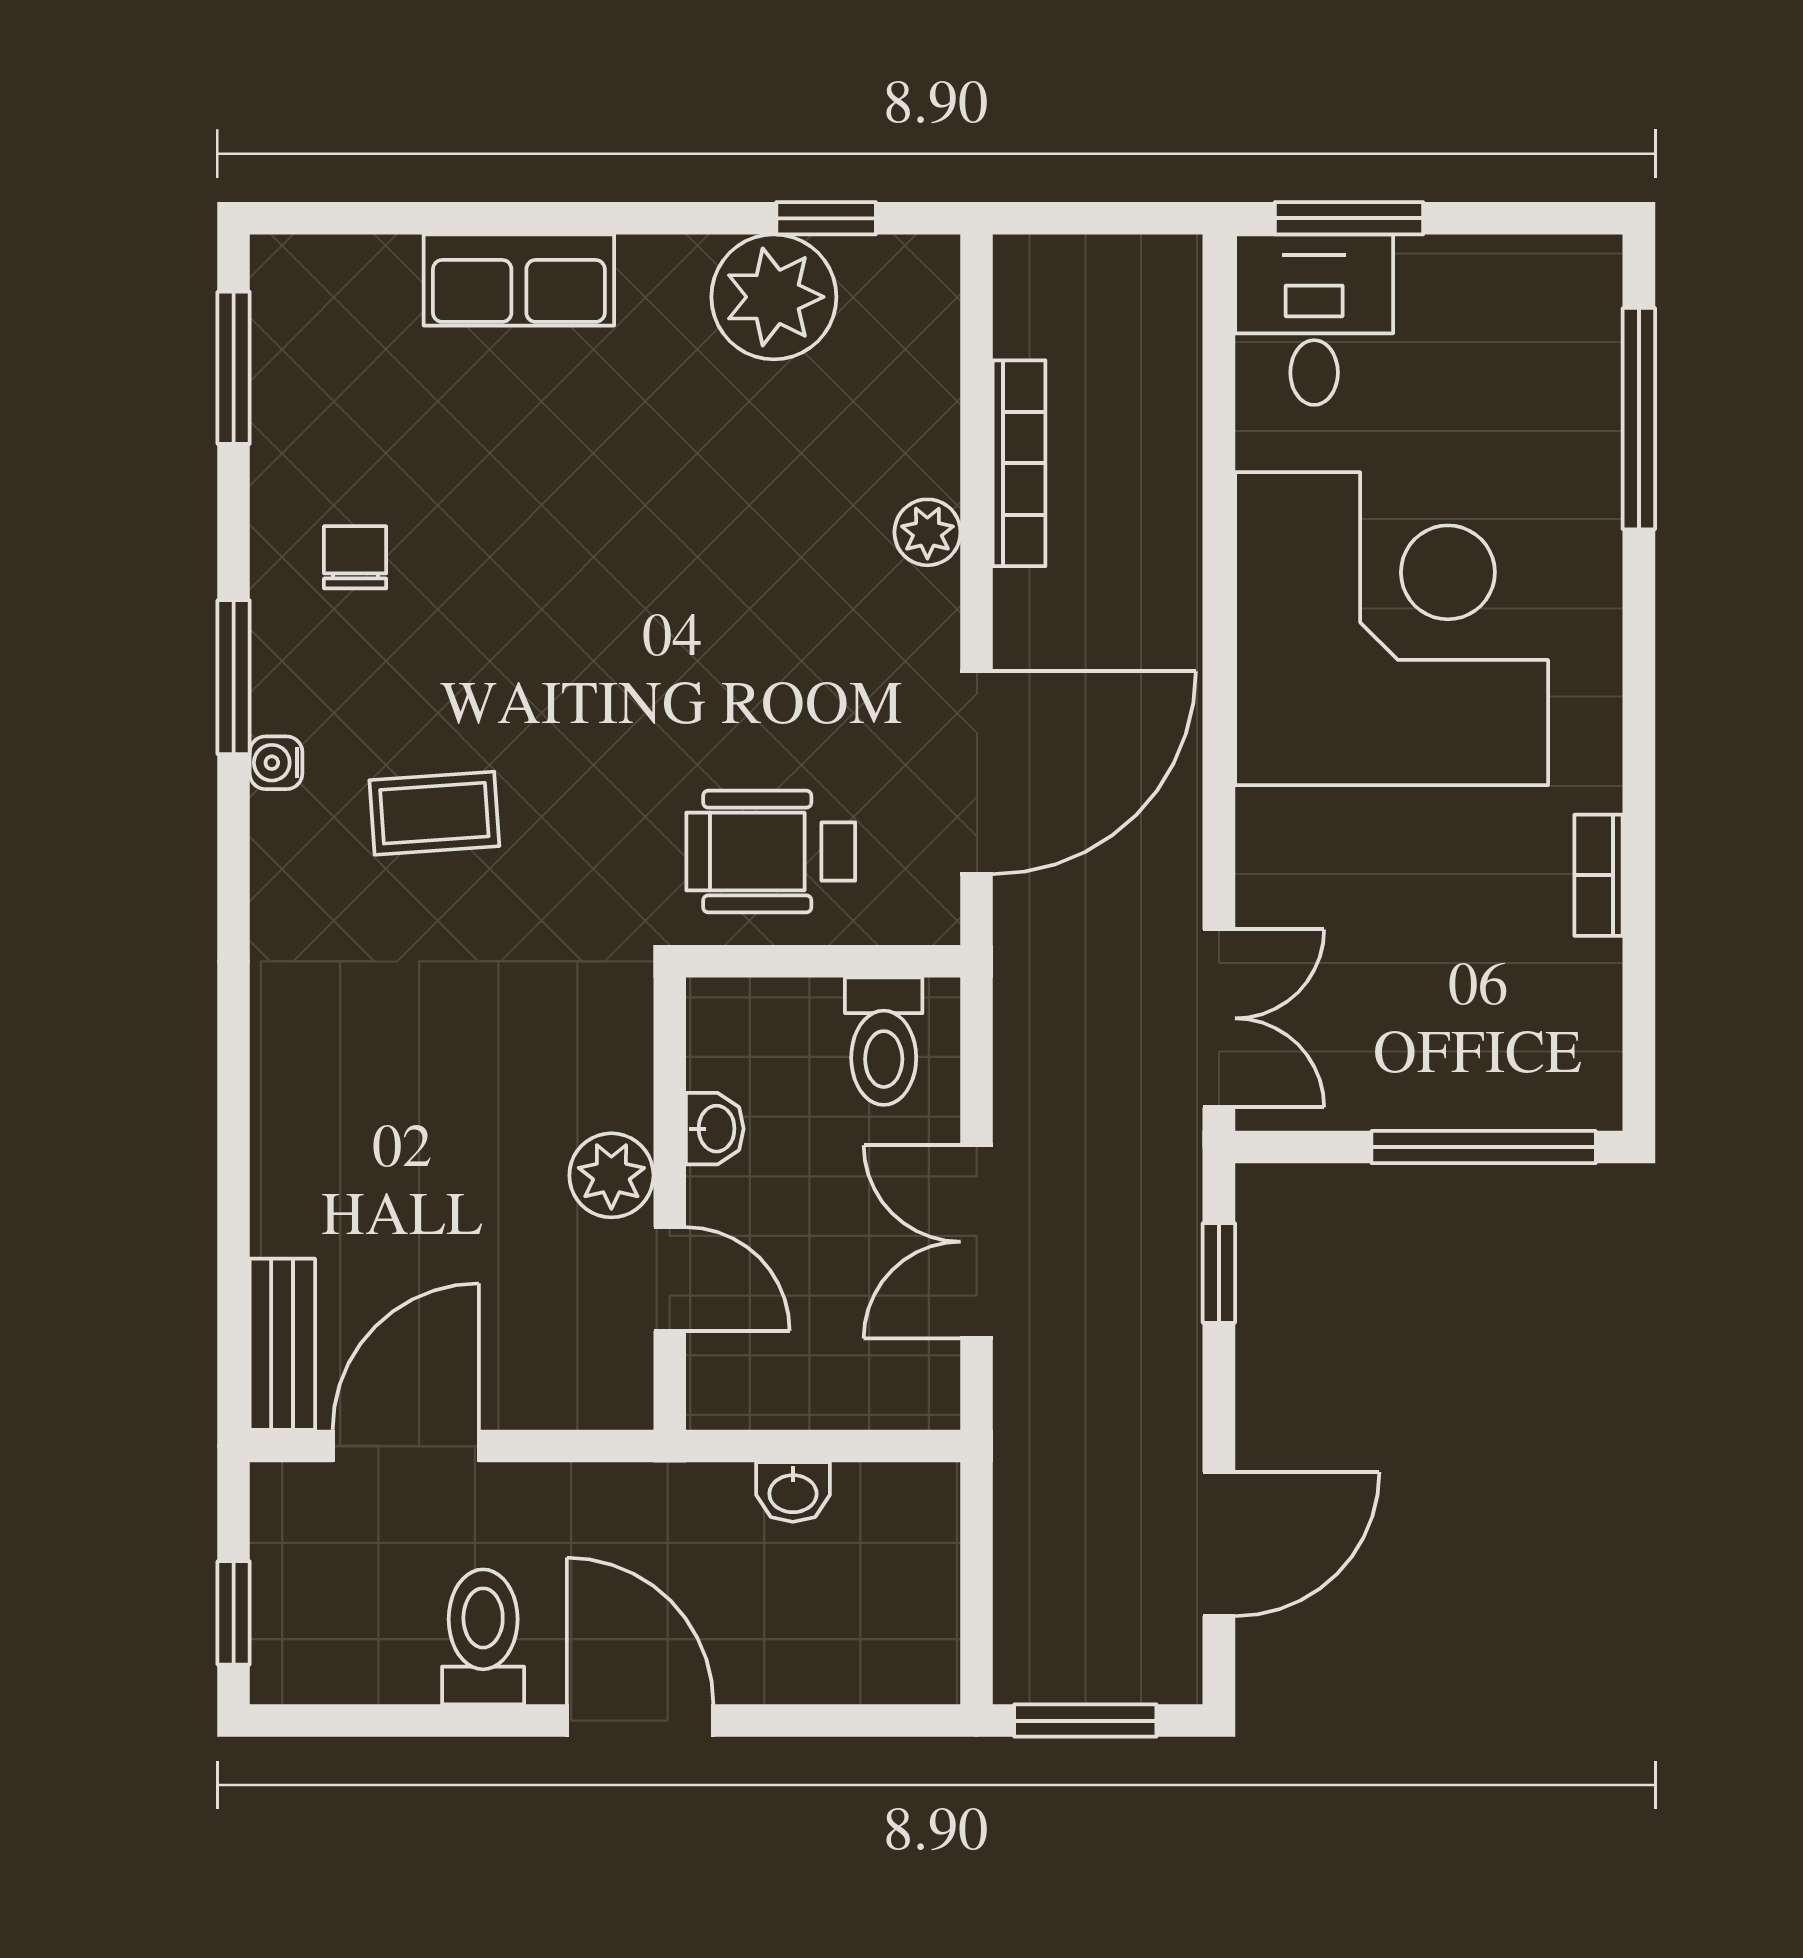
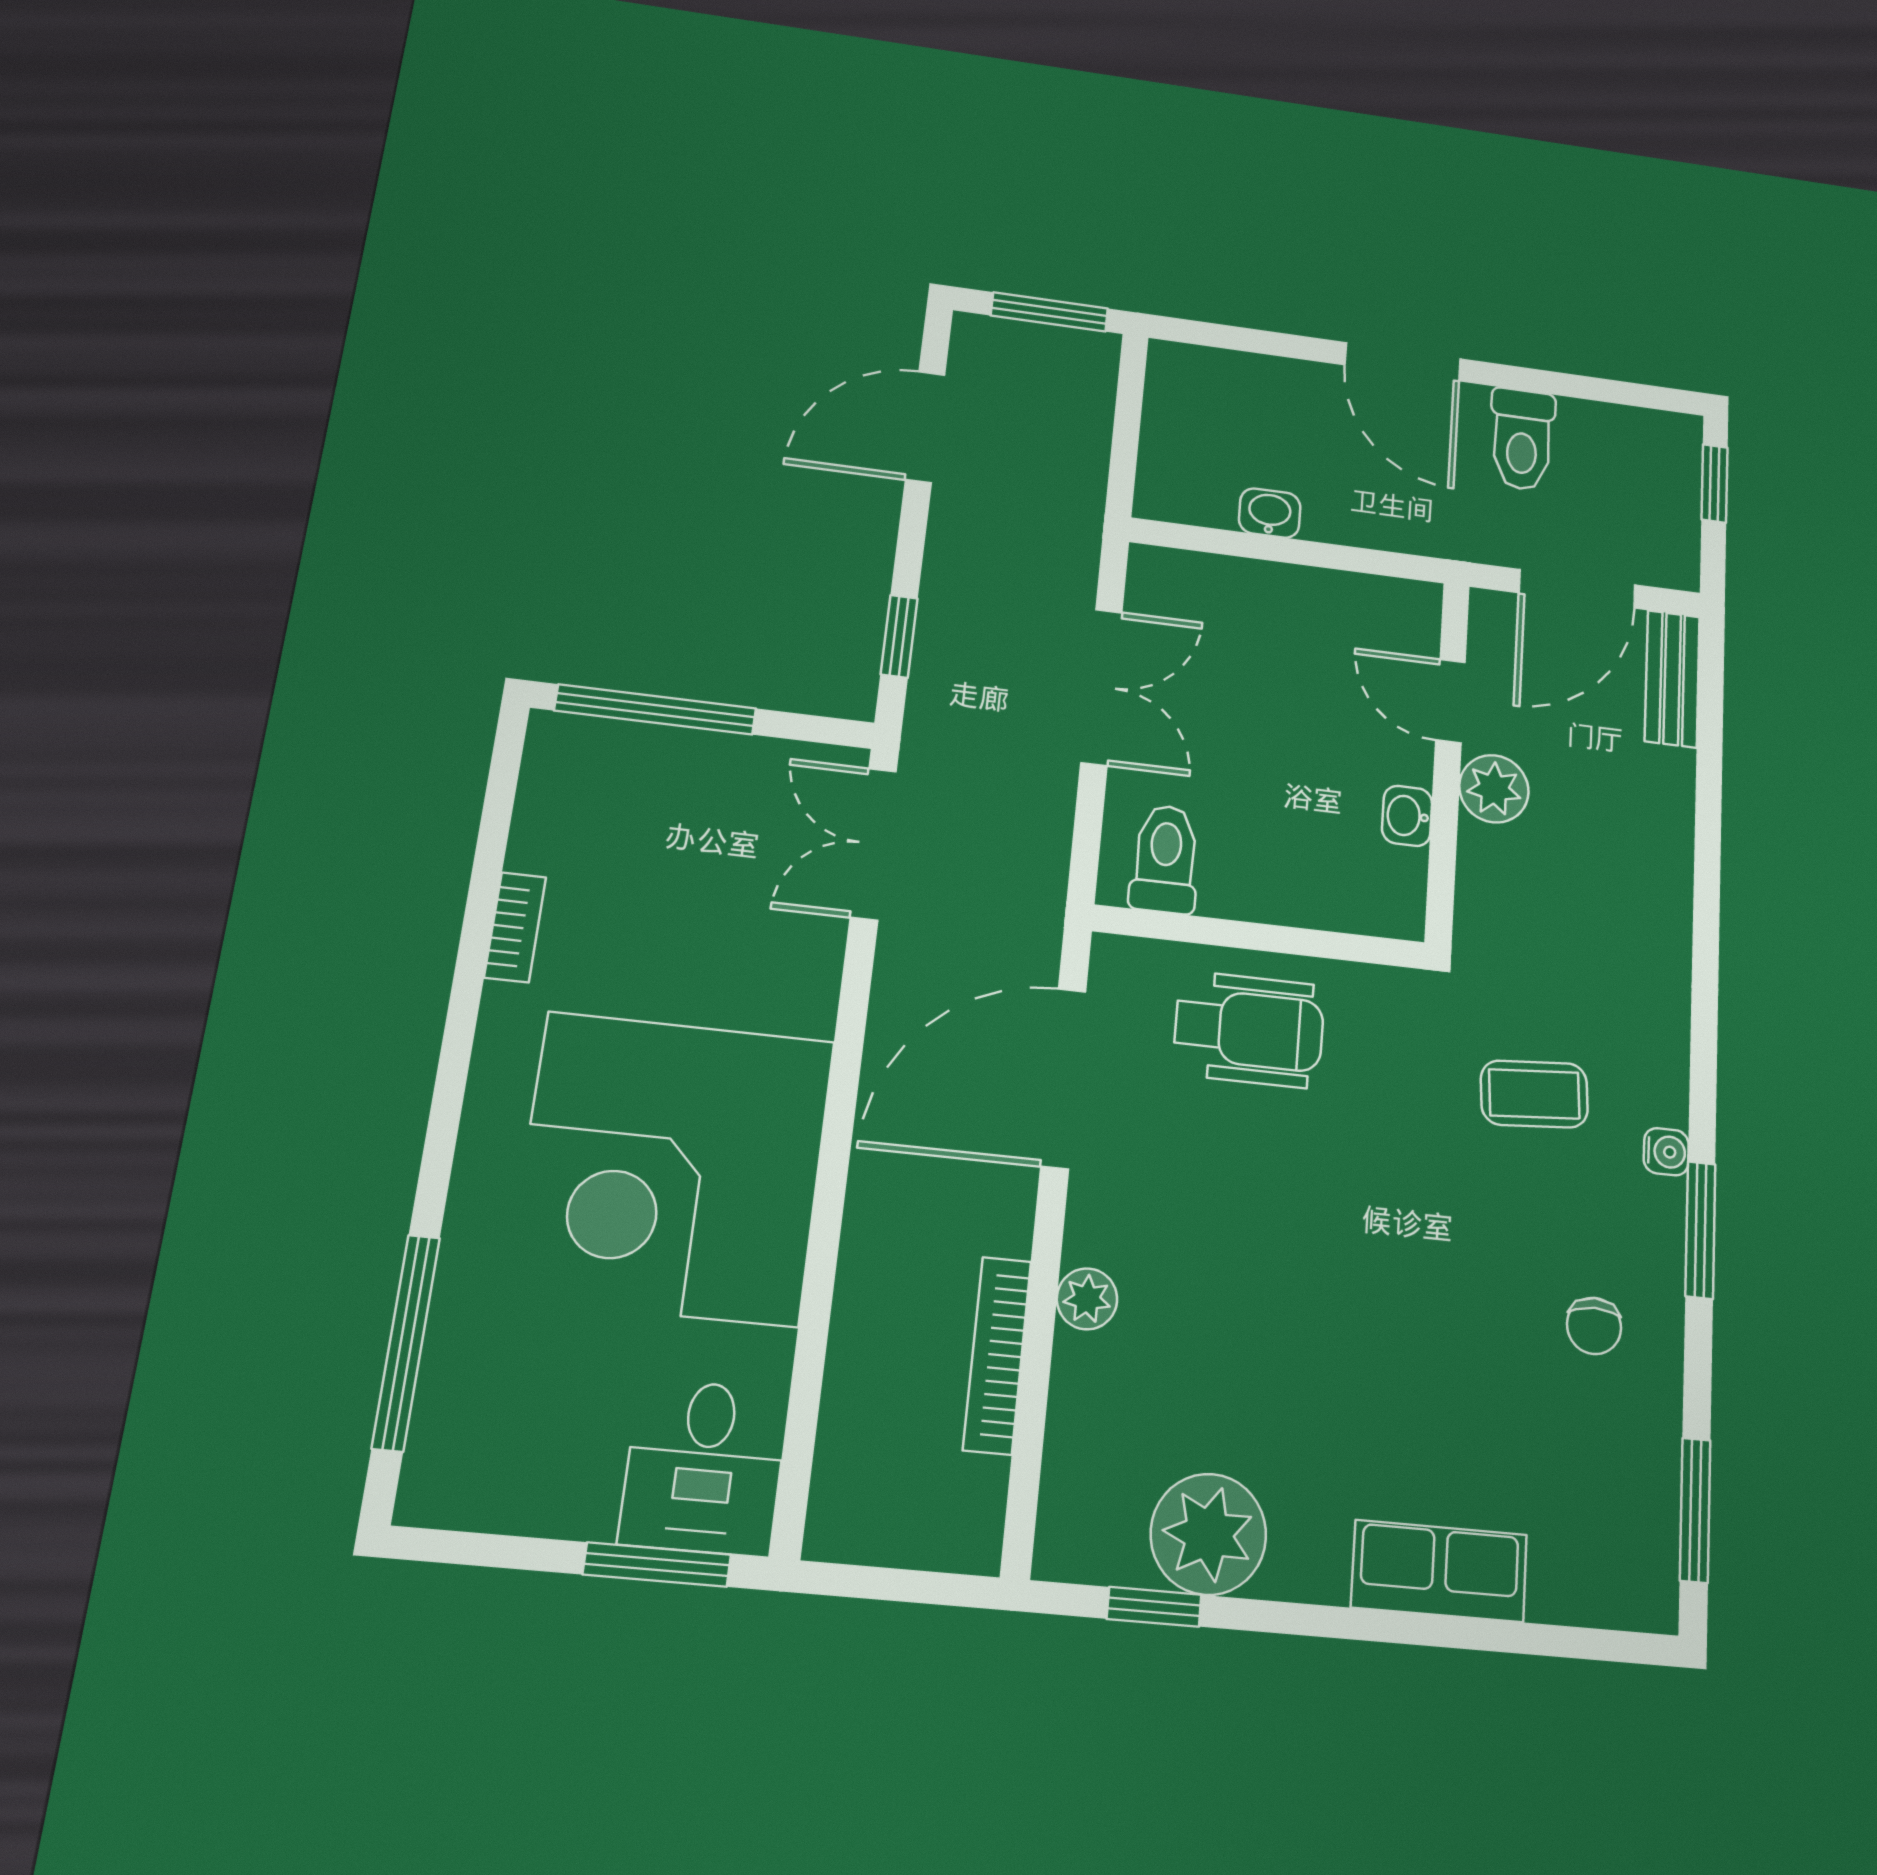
washbasin: (715, 1129) -> (1407, 816), moved
plant: (611, 1175) -> (1494, 789), moved
wall: (670, 1204) -> (1447, 760), moved
door: (670, 1279) -> (1451, 701), moved

